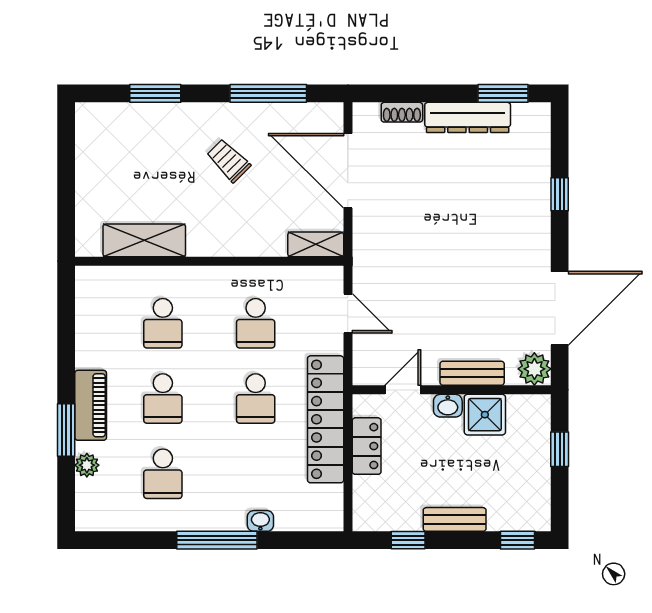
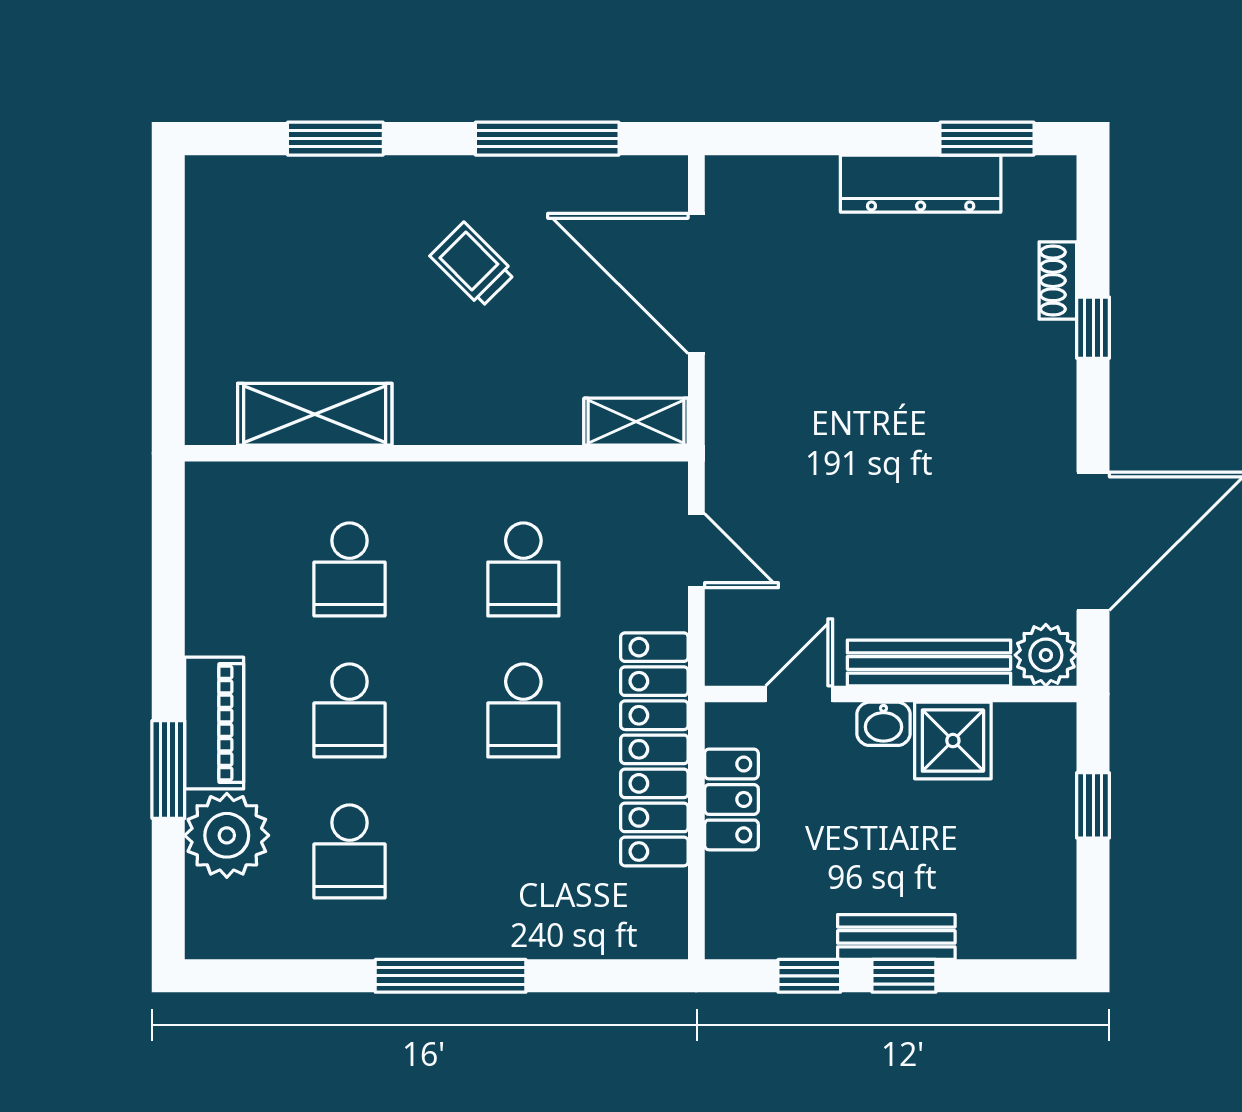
shoe rack: (402, 112) -> (1058, 281), moved, turned 90
bench: (472, 373) -> (929, 663), width x1.36
plant: (87, 465) -> (227, 835), width x1.88, depth x1.88
washbasin: (260, 521) -> (532, 940), removed
window: (517, 540) -> (904, 976), moved

